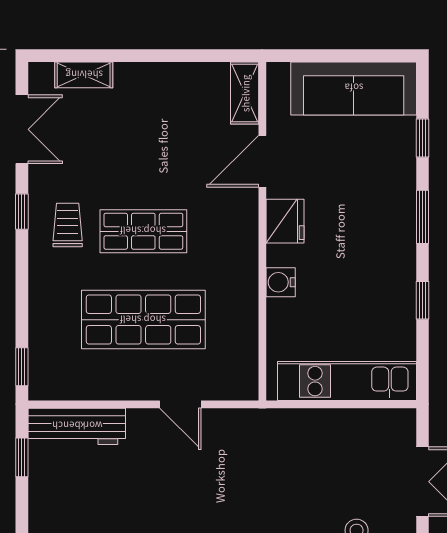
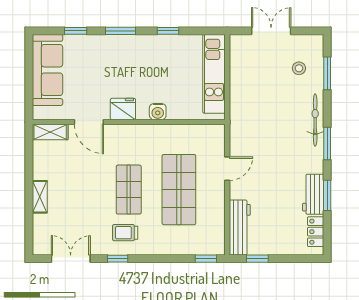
shelving: (84, 75) -> (40, 197), moved

